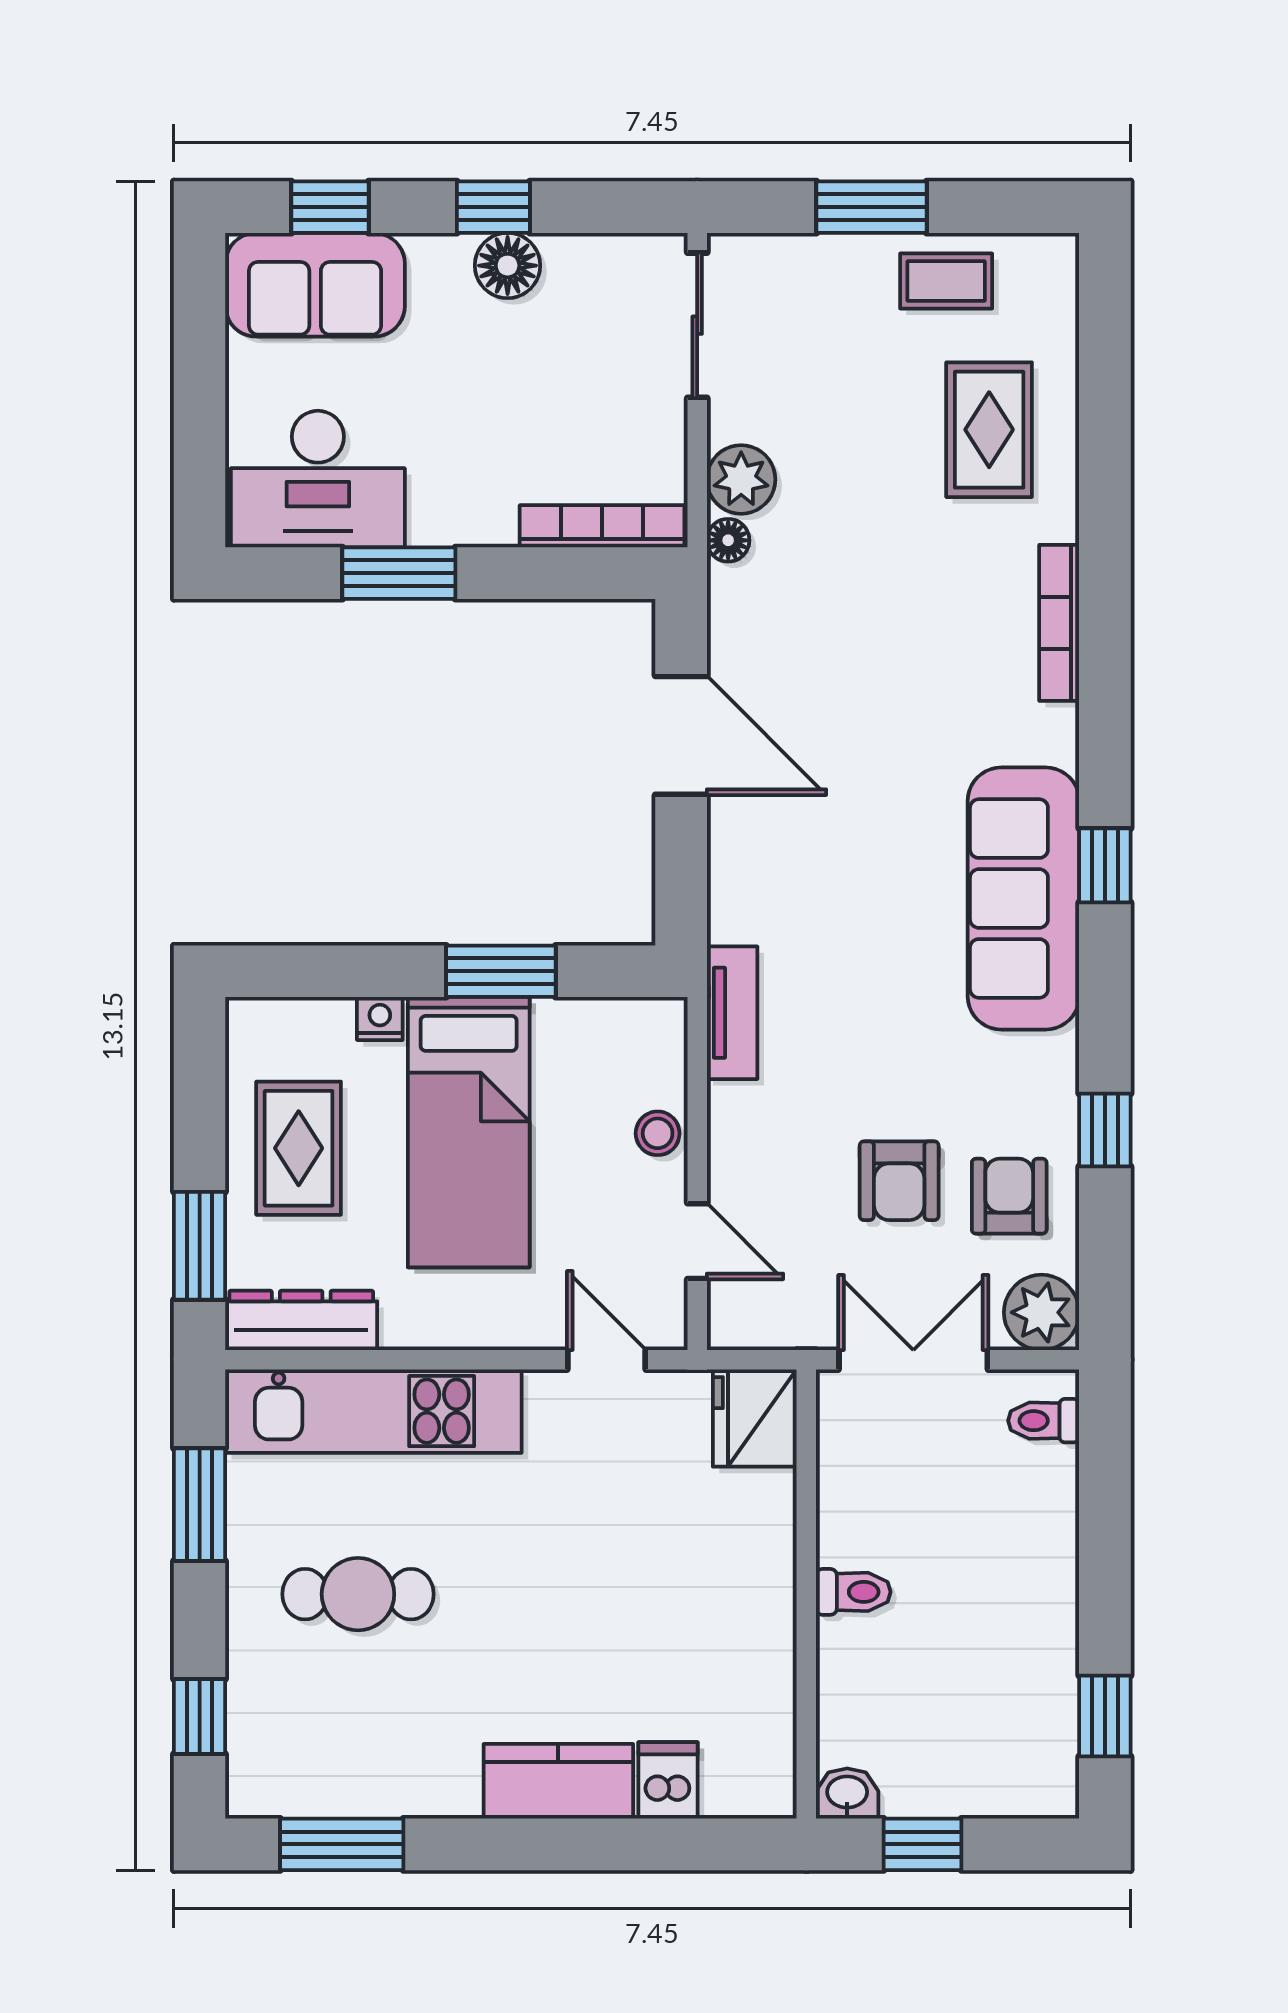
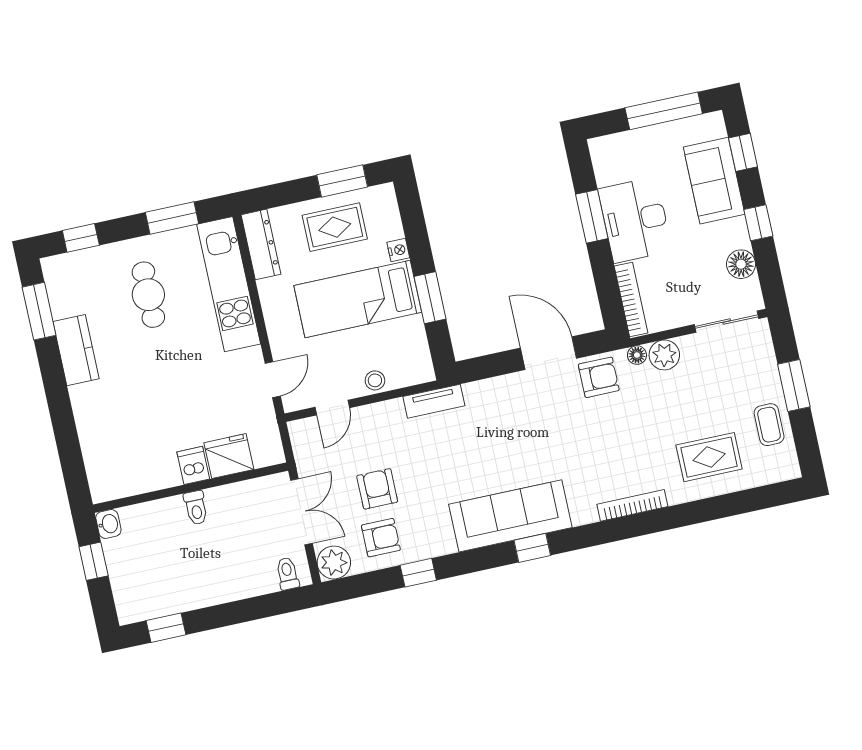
floor lamp: (508, 266) -> (741, 264), moved
sofa: (315, 285) -> (714, 181), moved
window: (200, 363) -> (664, 111), added
desk: (318, 479) -> (635, 220), moved
armchair: (759, 636) -> (599, 377), added
door: (681, 735) -> (549, 353), swing flipped
armchair: (899, 1181) -> (377, 489), turned 90
window: (200, 1246) -> (342, 181), moved
fridge: (755, 1418) -> (229, 456), moved
dishwasher: (668, 1780) -> (193, 465), moved, turned -90
kitchen counter: (558, 1781) -> (76, 350), moved

